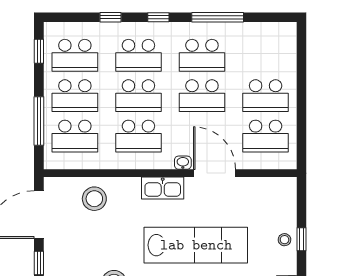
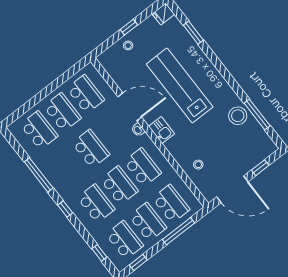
window: (110, 17) -> (99, 253), moved
school desk: (202, 55) -> (39, 130), moved
door: (215, 173) -> (130, 107), swing flipped
kitchen sink: (163, 188) -> (162, 130), width x0.73
stool: (94, 199) -> (198, 165), width x0.53, depth x0.53
stool: (284, 240) -> (128, 45), moved

